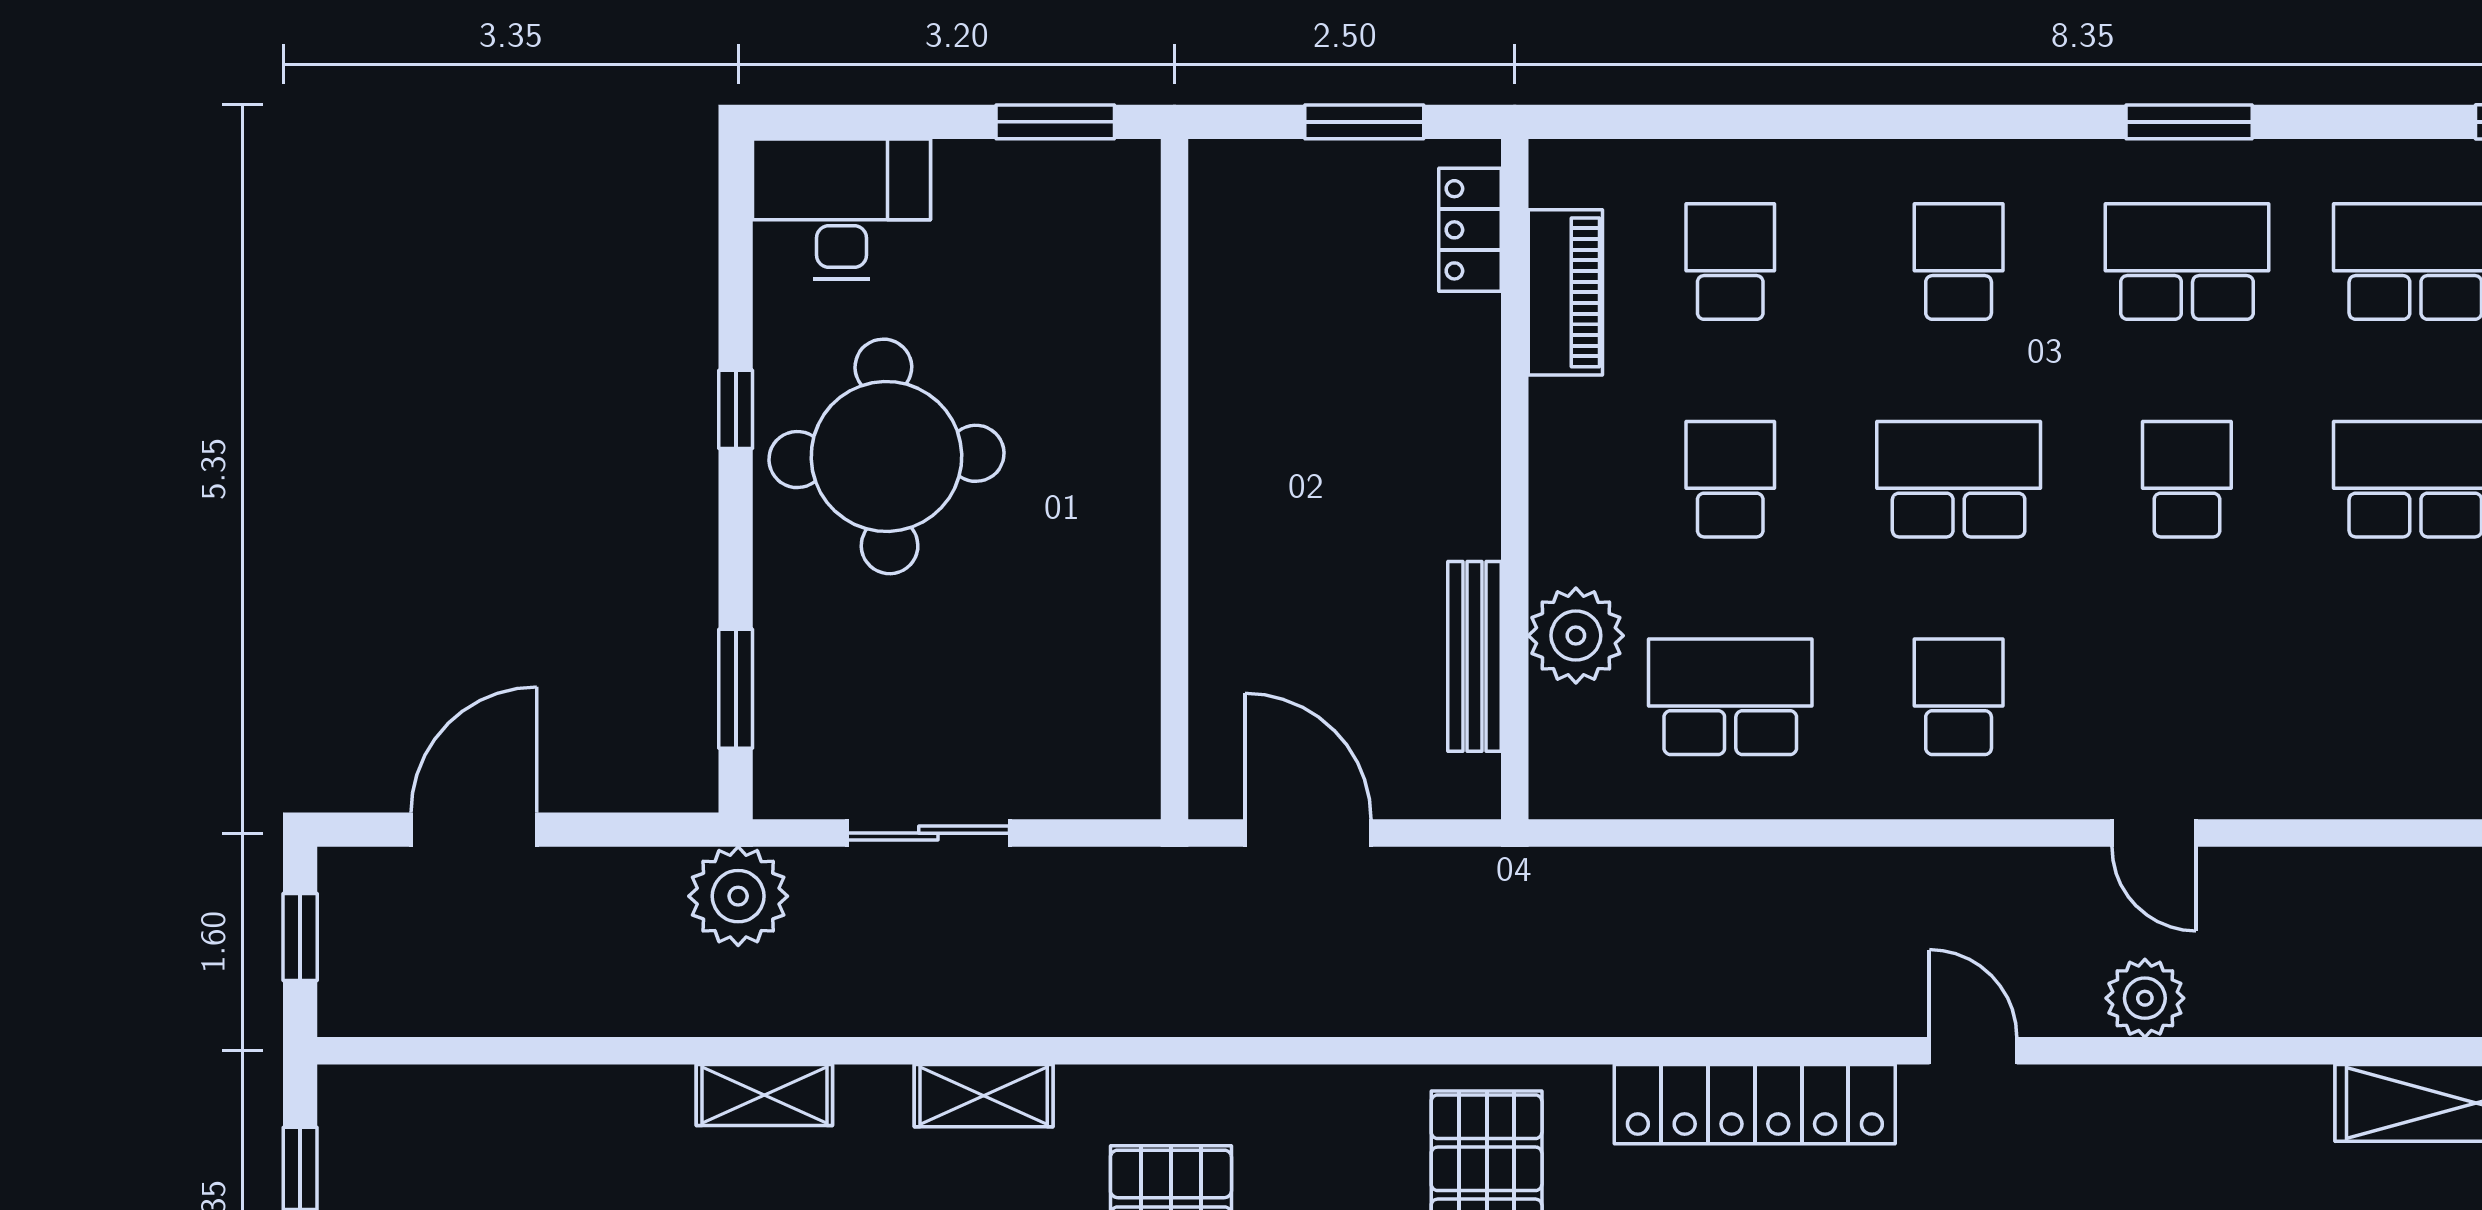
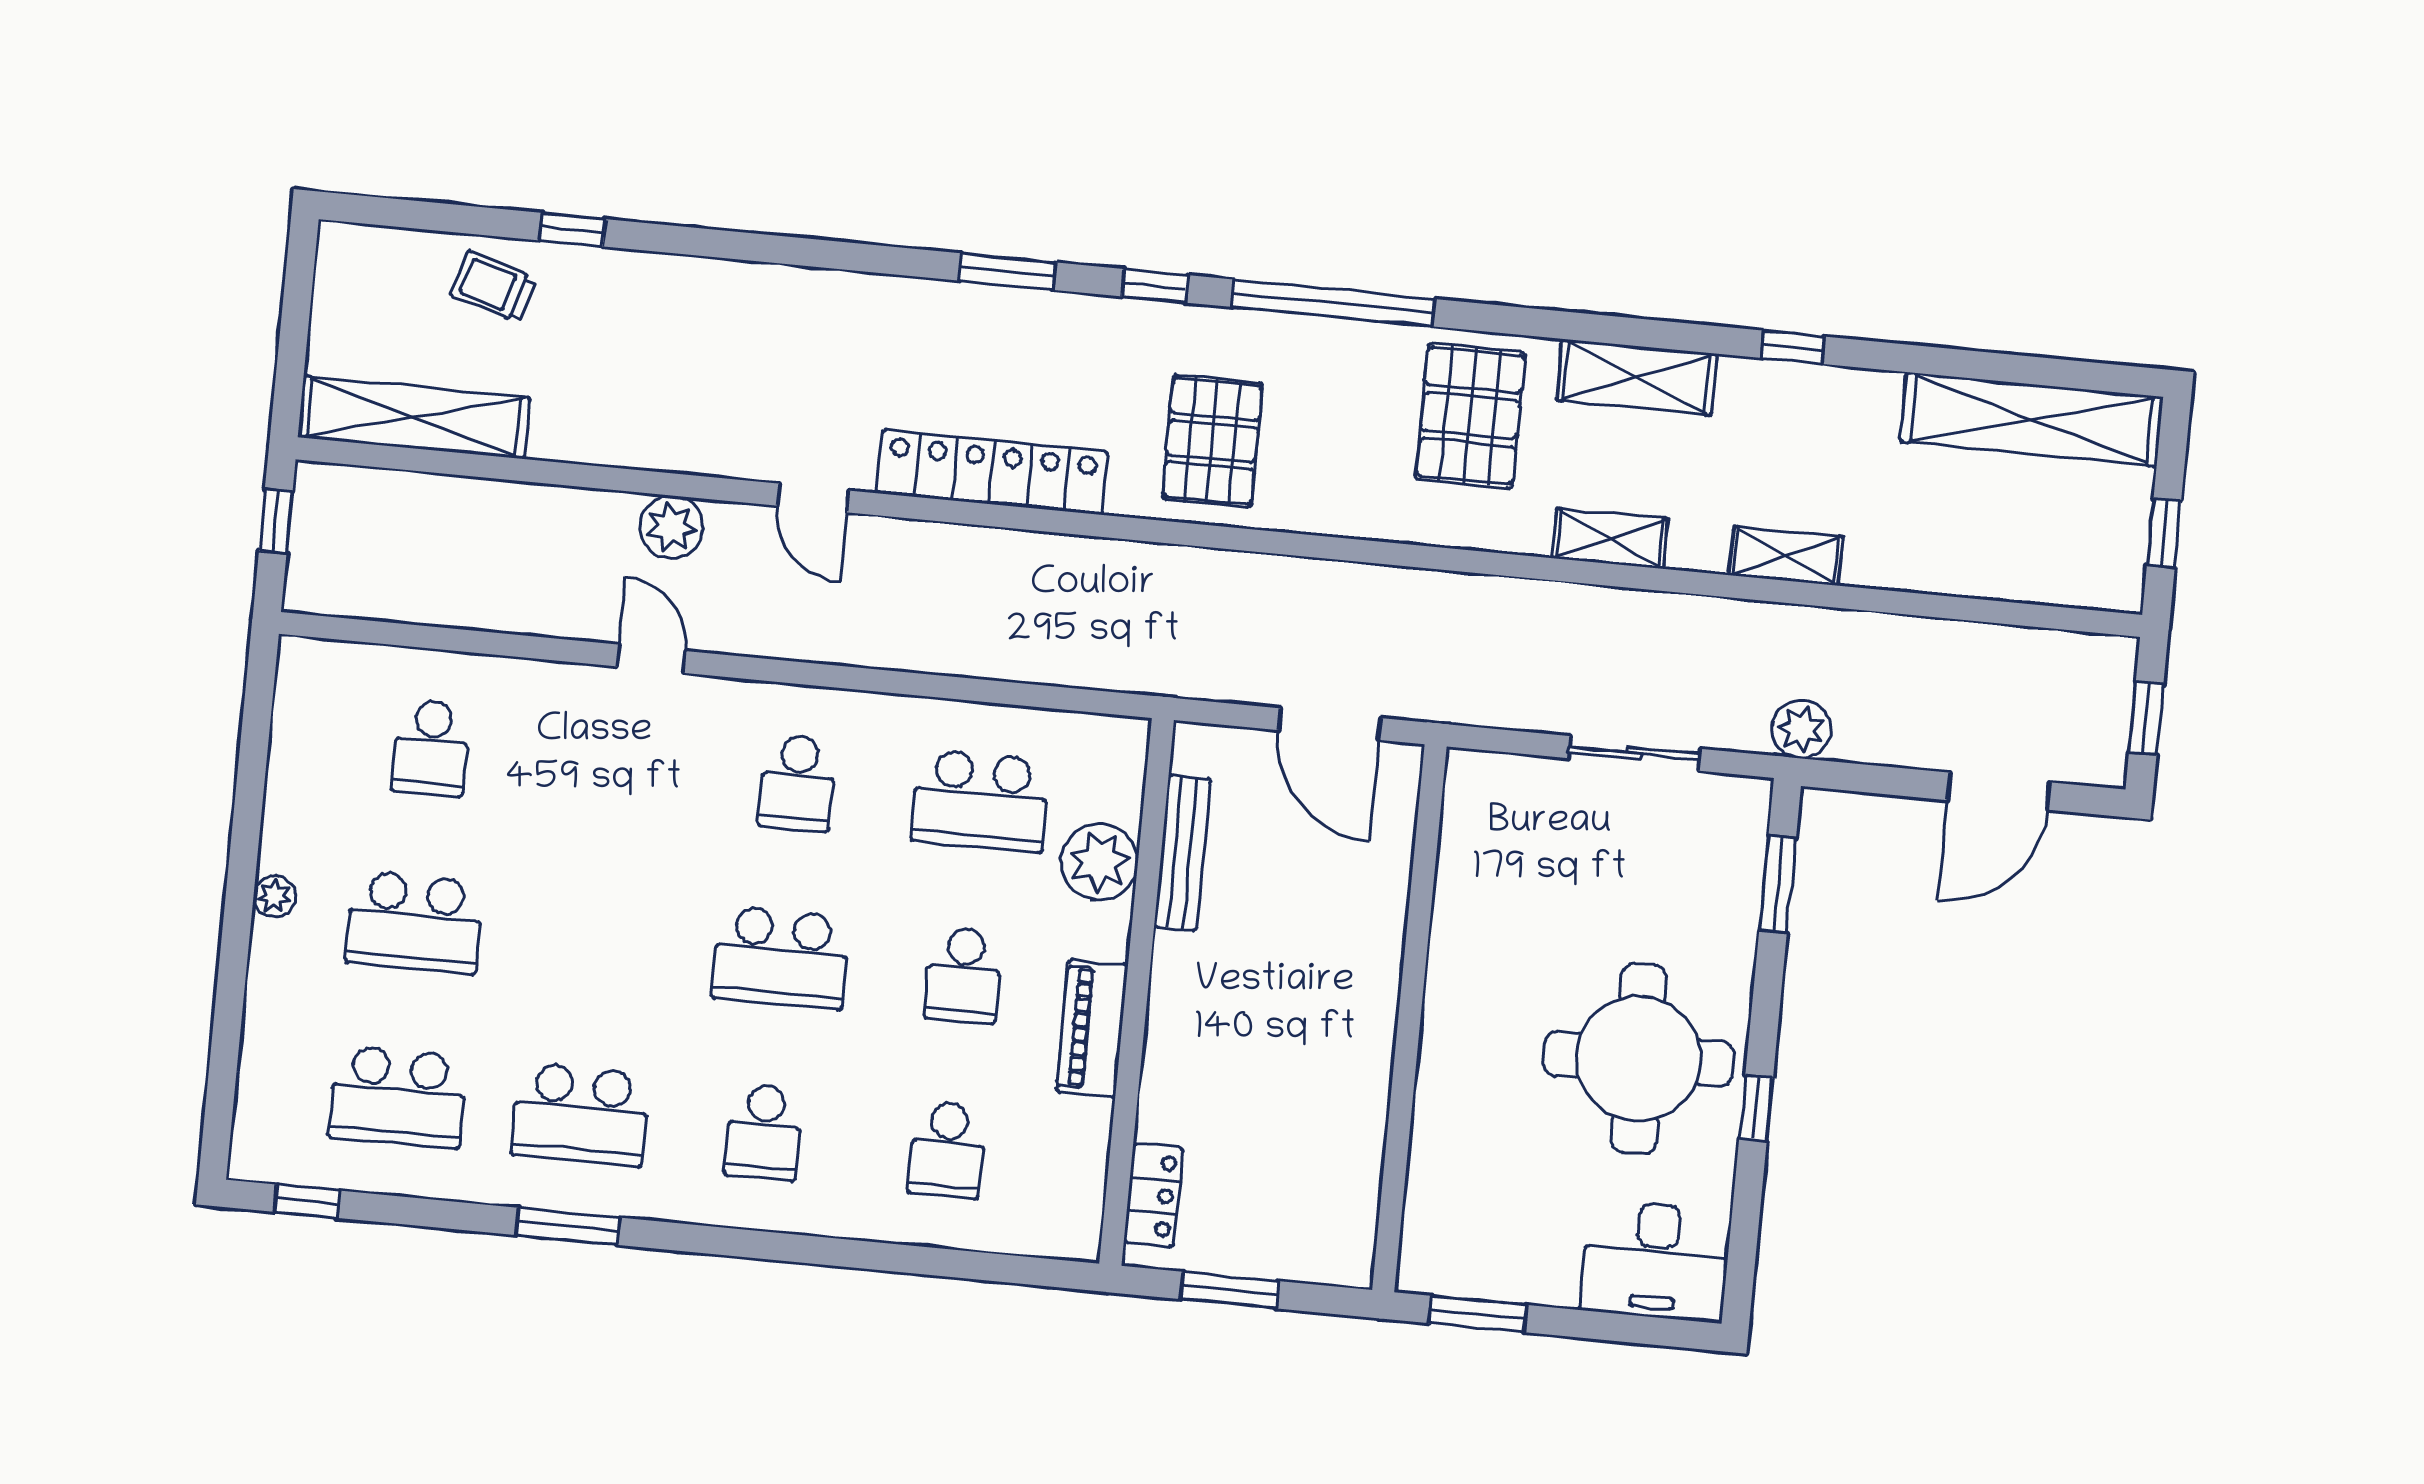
piano: (1565, 292) -> (1092, 1028), moved
school desk: (2187, 479) -> (431, 748), moved
plant: (738, 896) -> (1801, 729), width x0.73, depth x0.73

